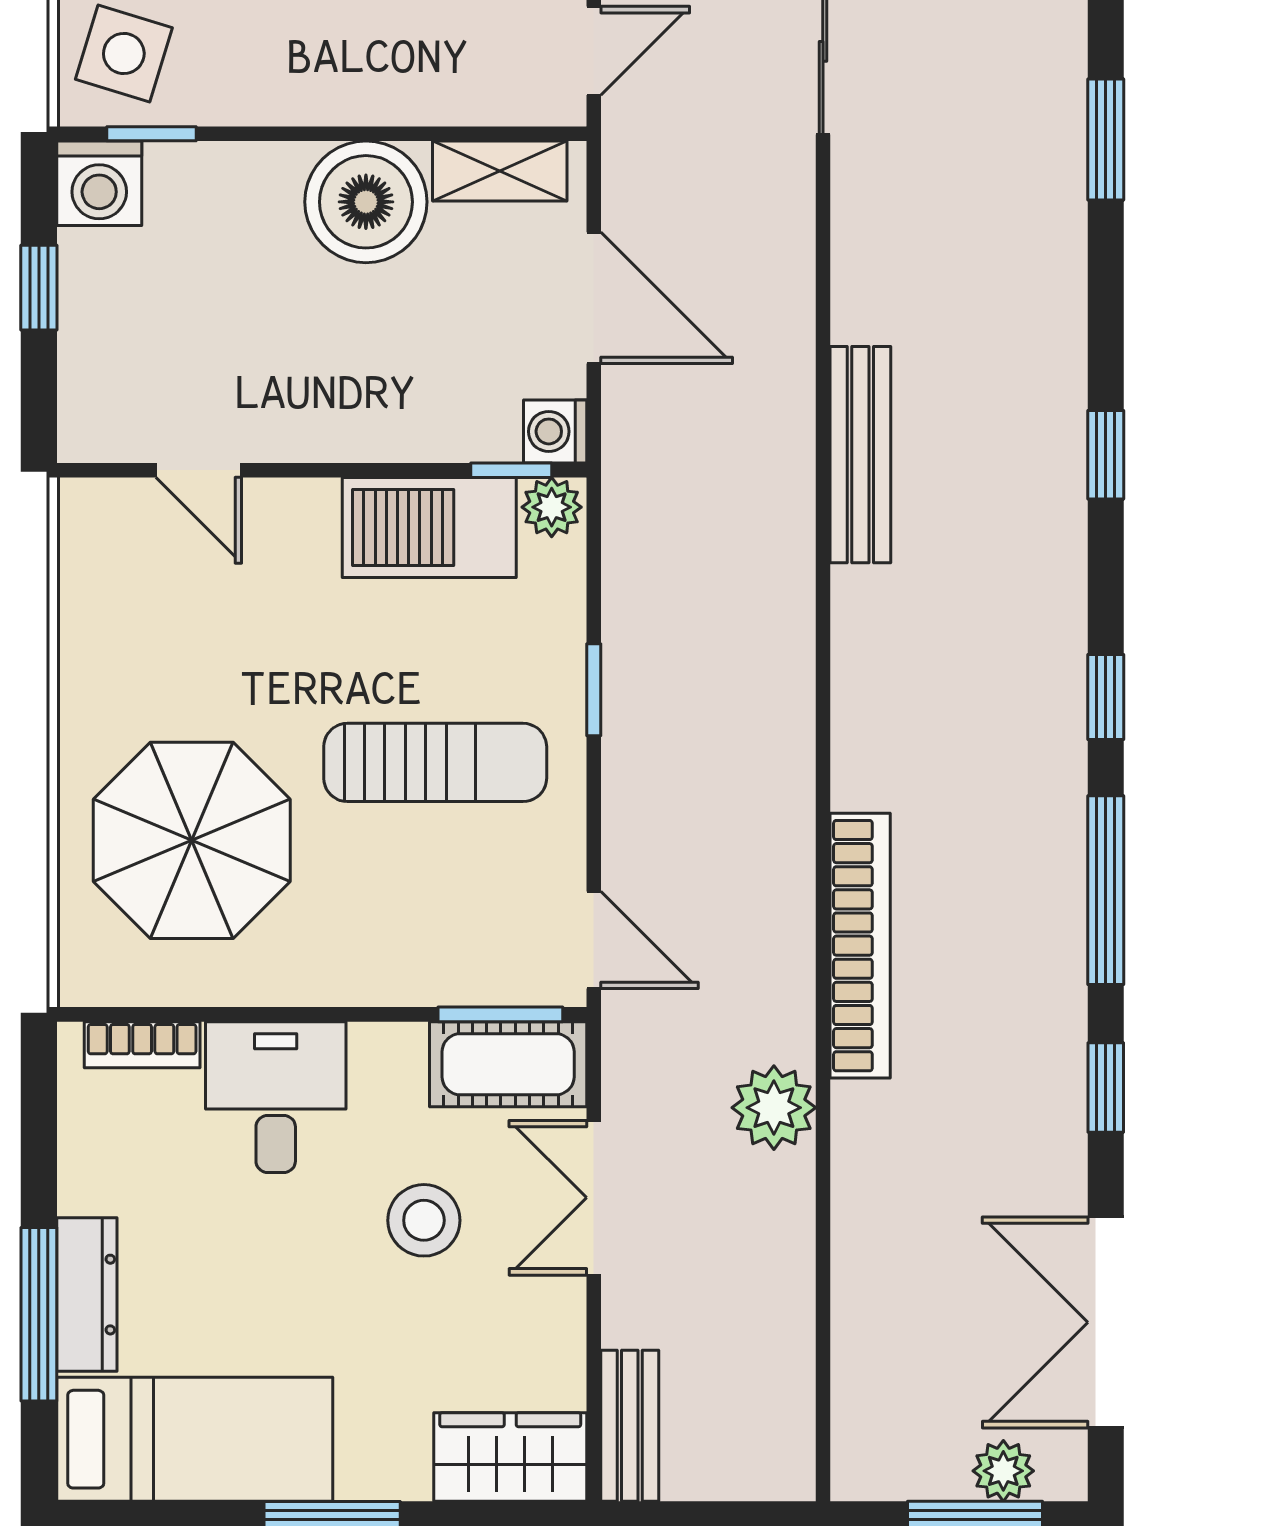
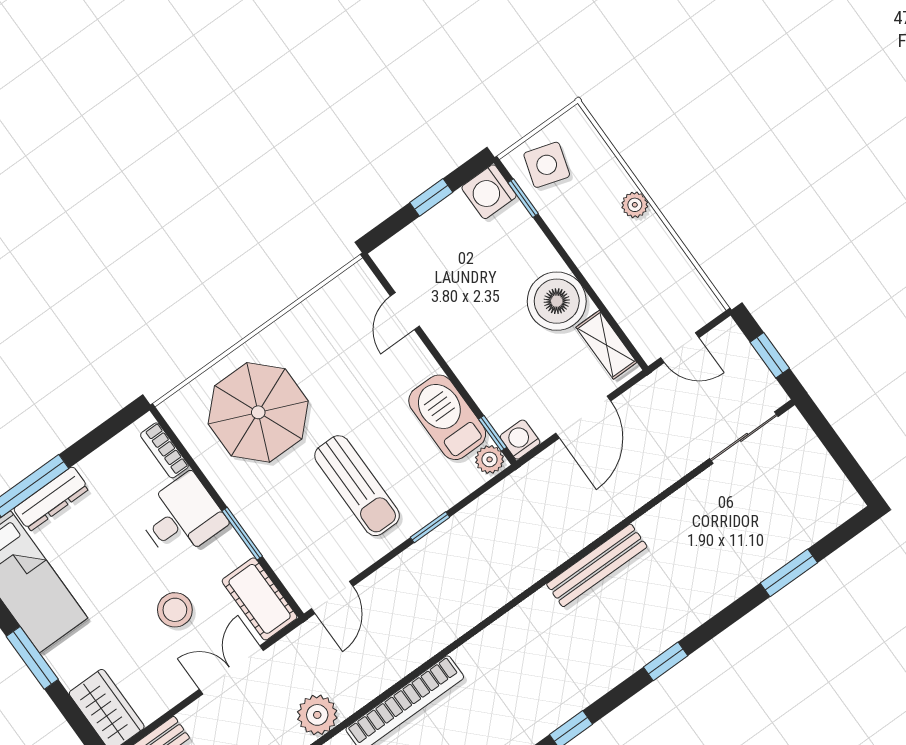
window: (500, 1014) -> (242, 534), moved

